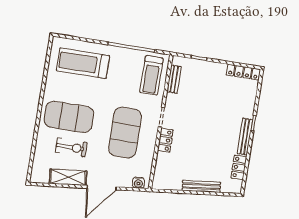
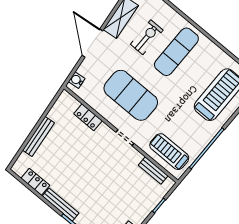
exercise mat: (69, 117) -> (176, 52), width x0.68
locker: (165, 140) -> (88, 117), moved
exercise bike: (71, 147) -> (147, 37), turned 180

